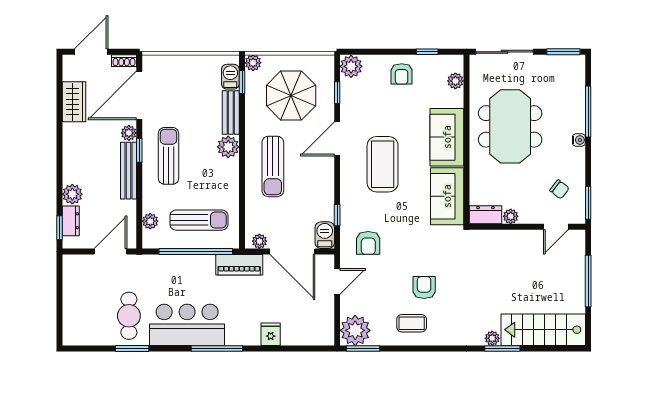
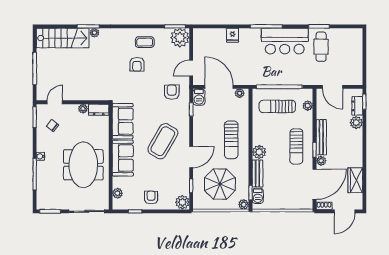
coffee table: (383, 164) -> (163, 141), turned 30
sun lounger: (273, 166) -> (231, 140), turned 180
door: (111, 251) -> (332, 87), hinge flipped
piano: (239, 265) -> (252, 79), removed

